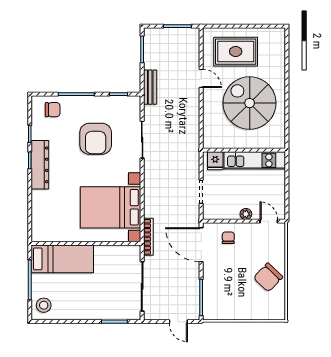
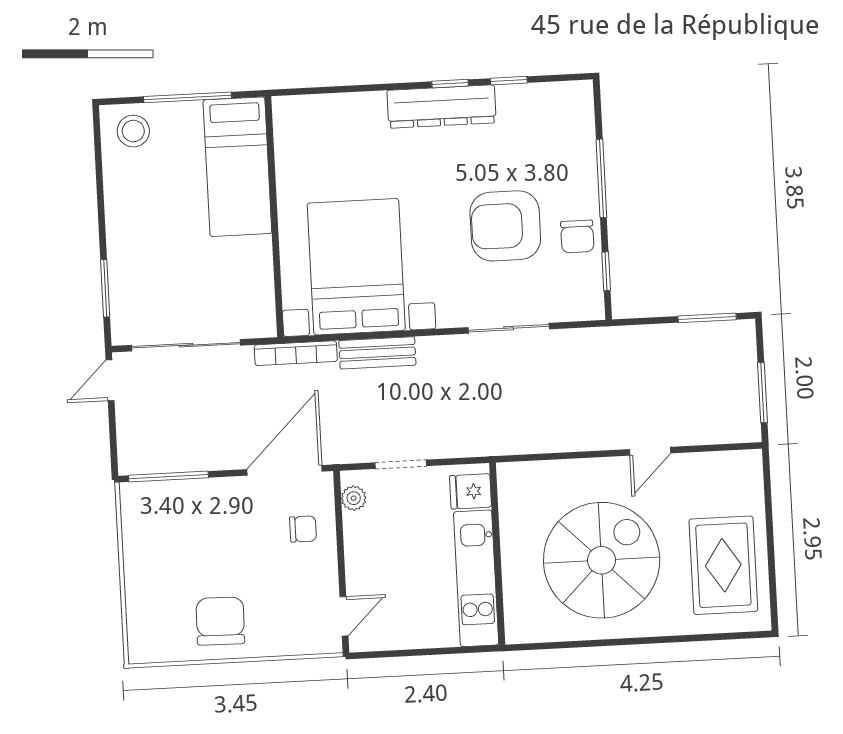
rug: (236, 52) -> (723, 565), moved
bench: (150, 87) -> (377, 353), moved
chair: (53, 110) -> (577, 236), moved
plant: (246, 214) -> (354, 498), moved
chair: (268, 277) -> (220, 621), turned 47
door: (178, 322) -> (110, 380), moved

